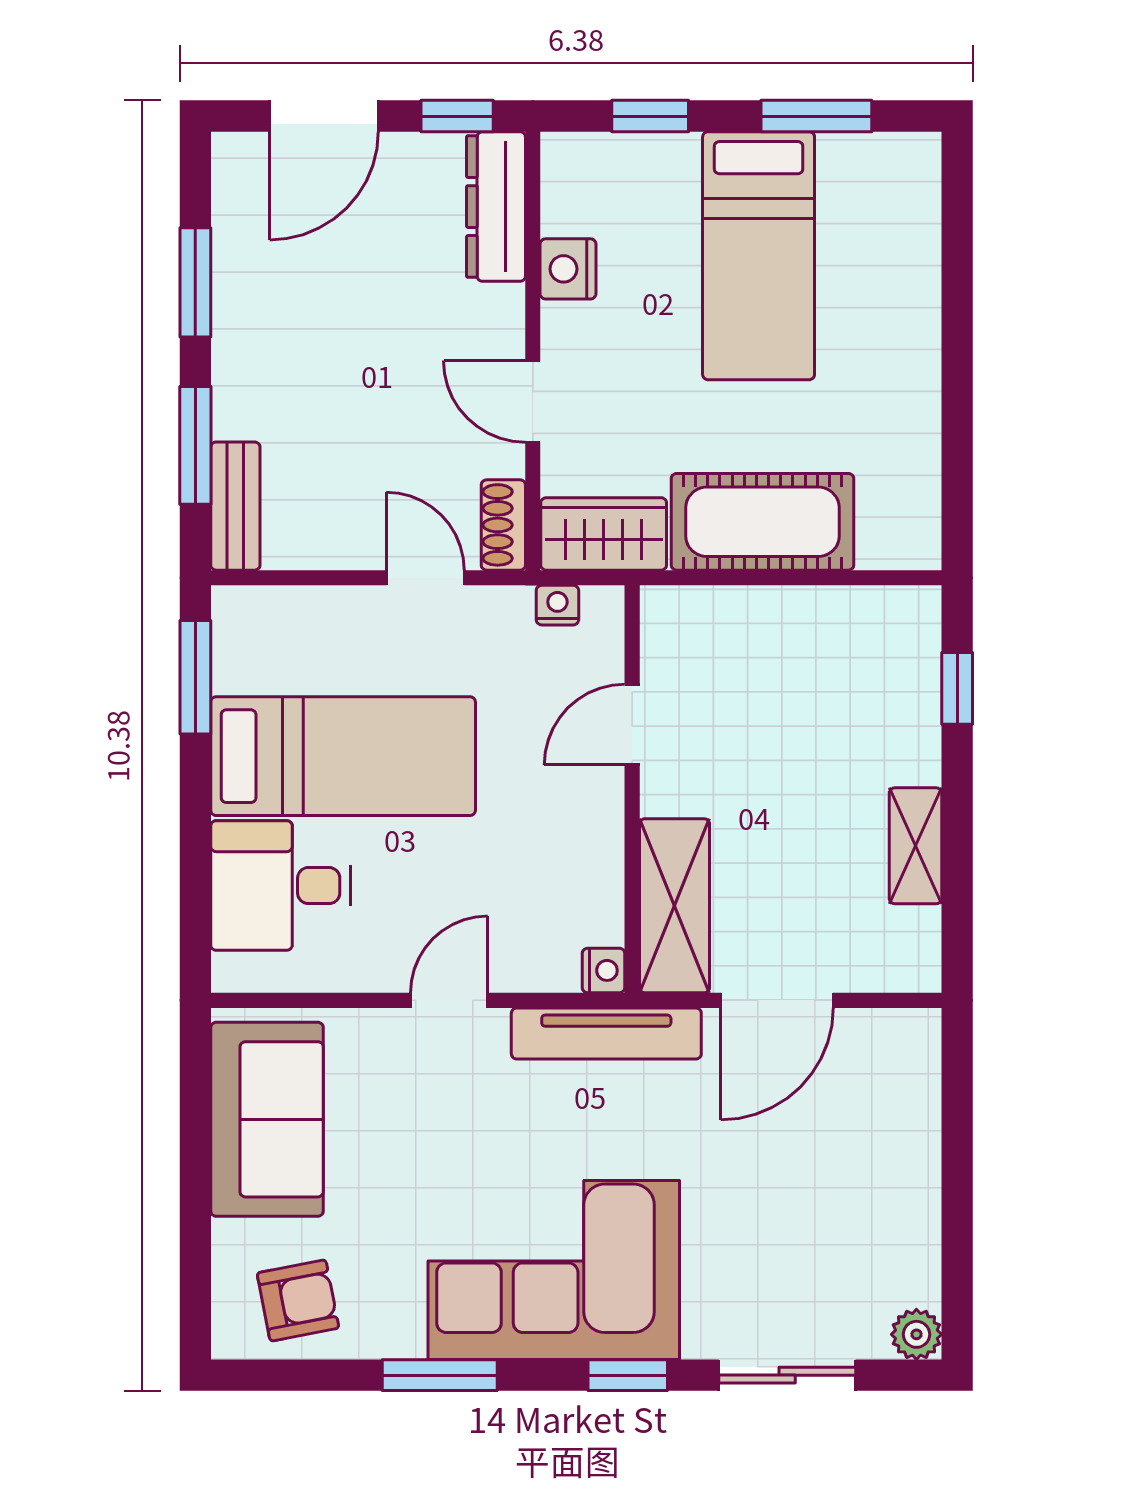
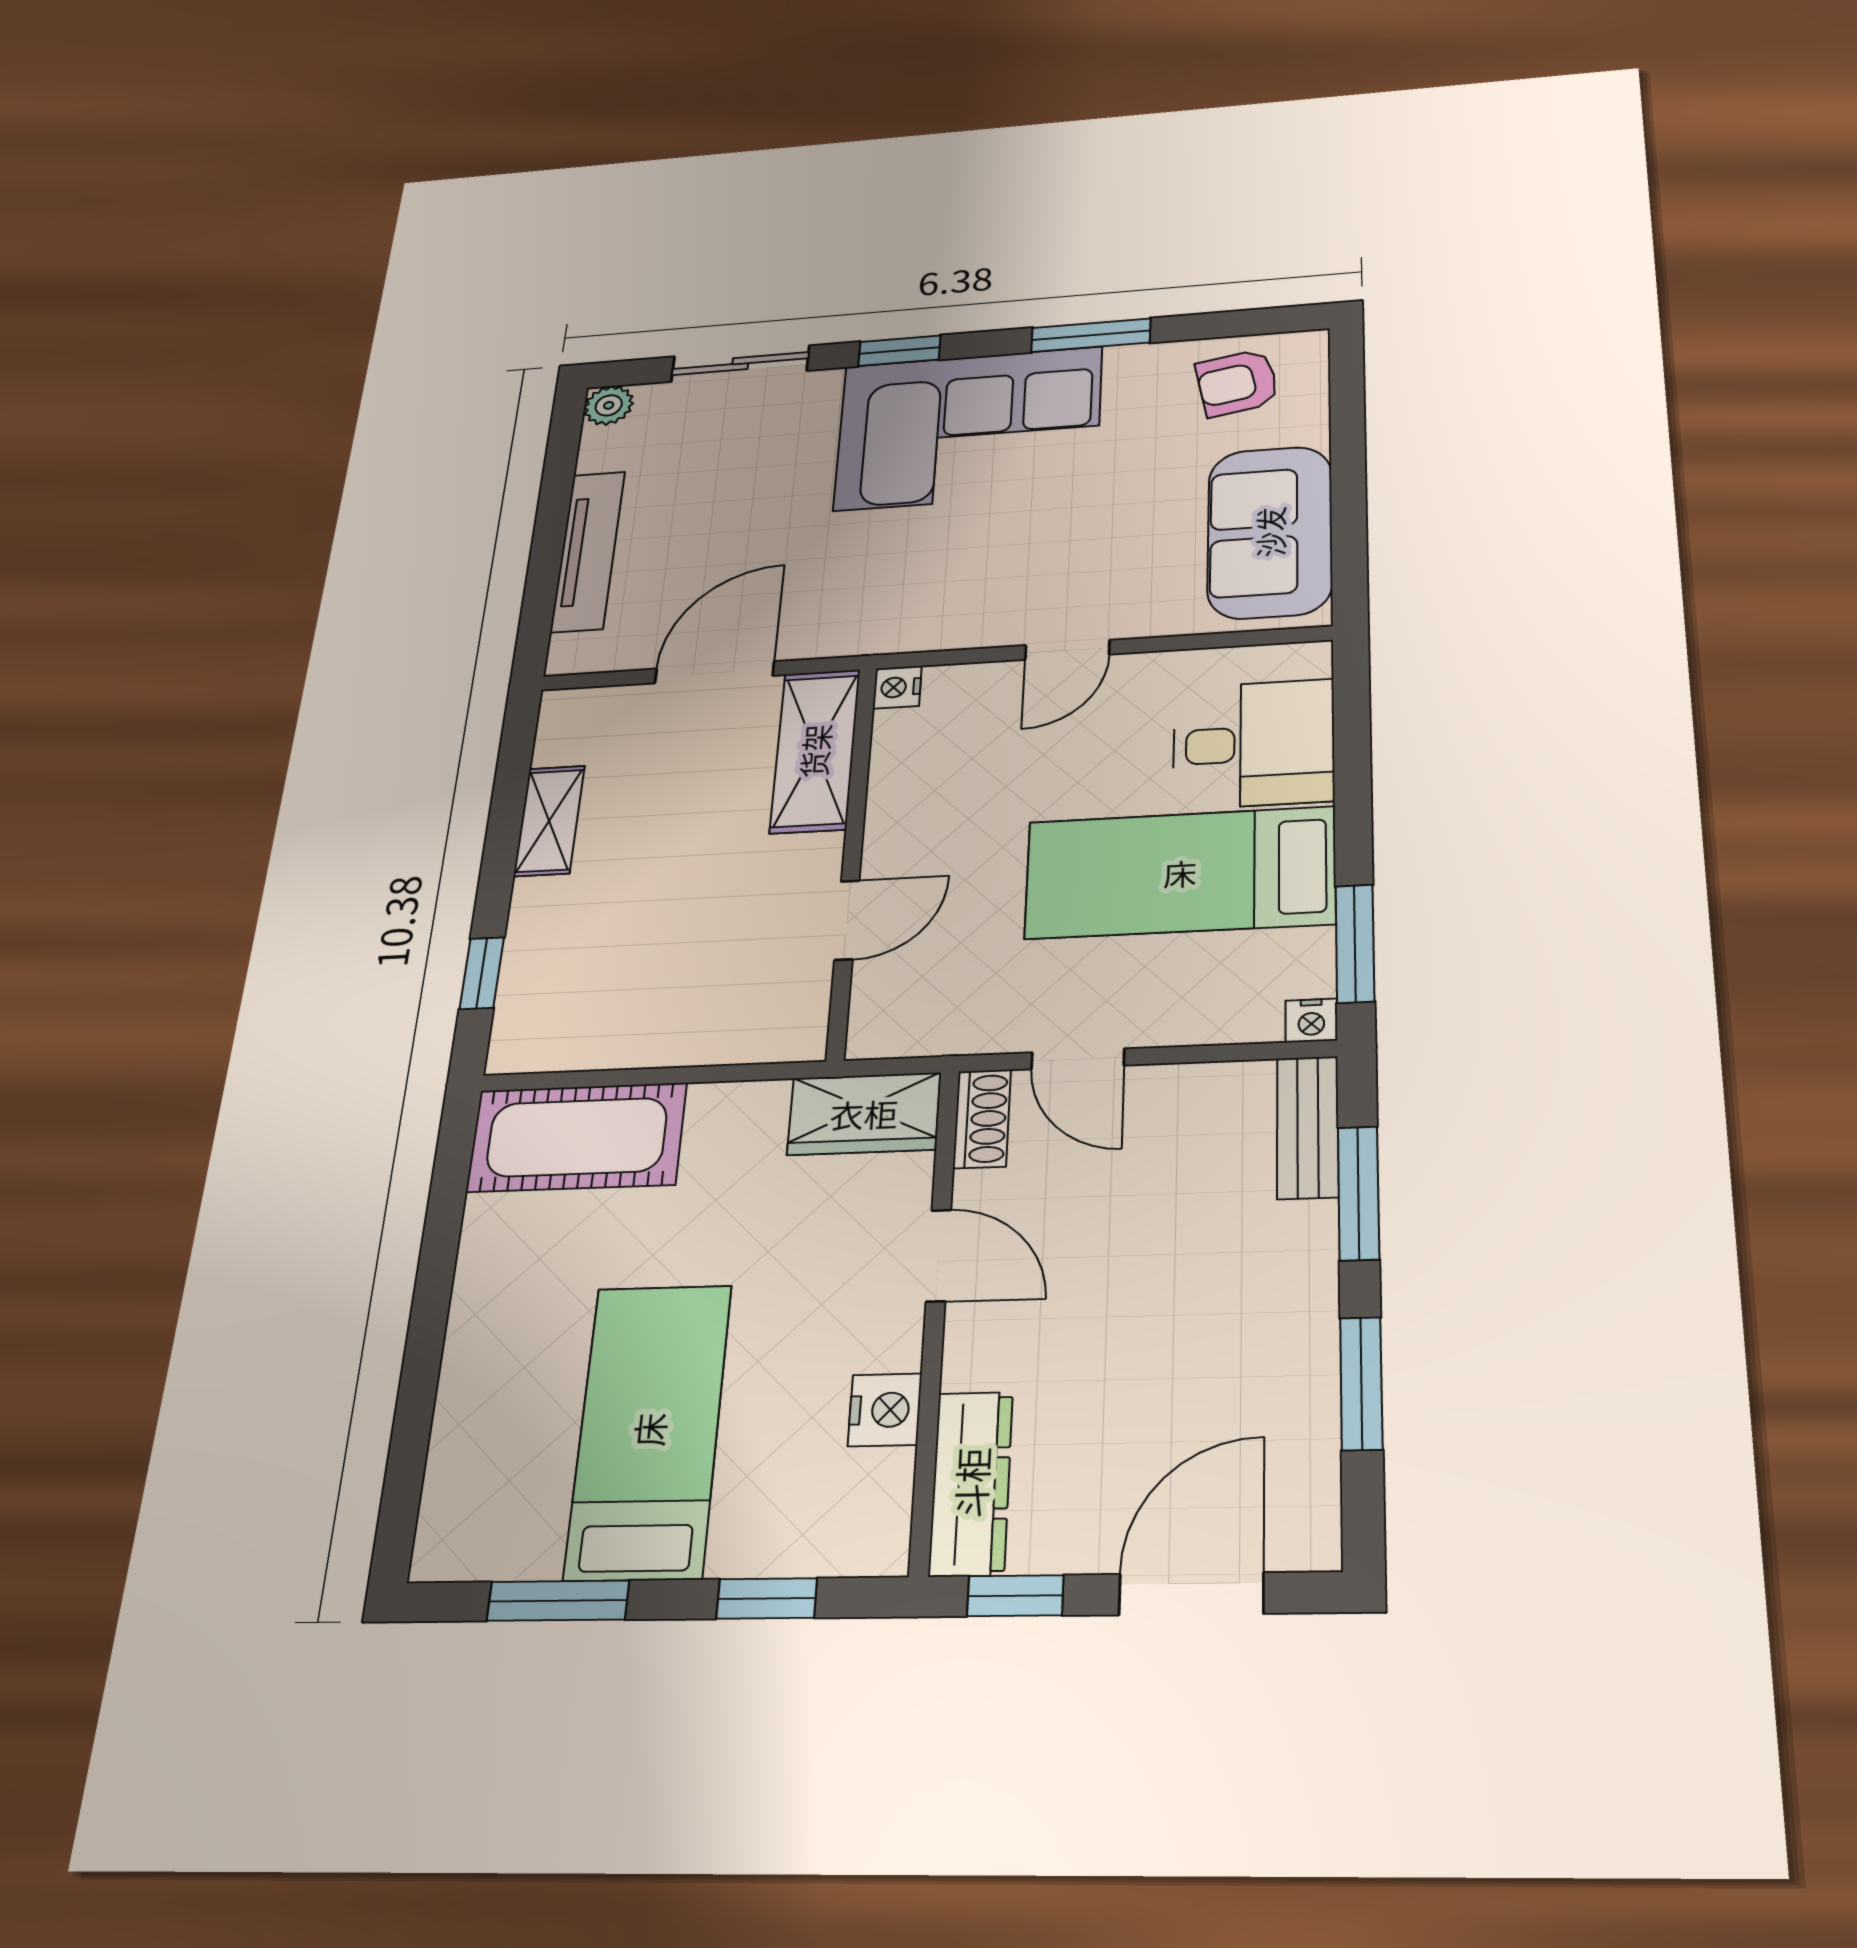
cot: (763, 522) -> (577, 1137), moved
nightstand: (557, 605) -> (1311, 1020), moved
tv unit: (606, 1033) -> (588, 551), moved, turned 90

